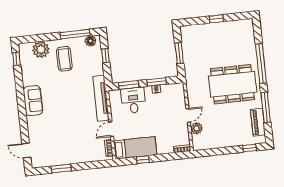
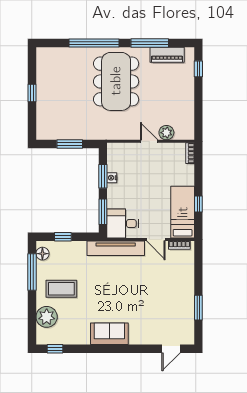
desk: (133, 100) -> (123, 224), moved

